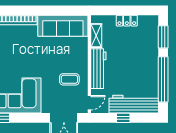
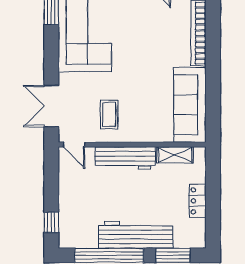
workbench: (134, 104) -> (136, 235), moved, turned -90
window: (123, 118) -> (51, 222), moved

